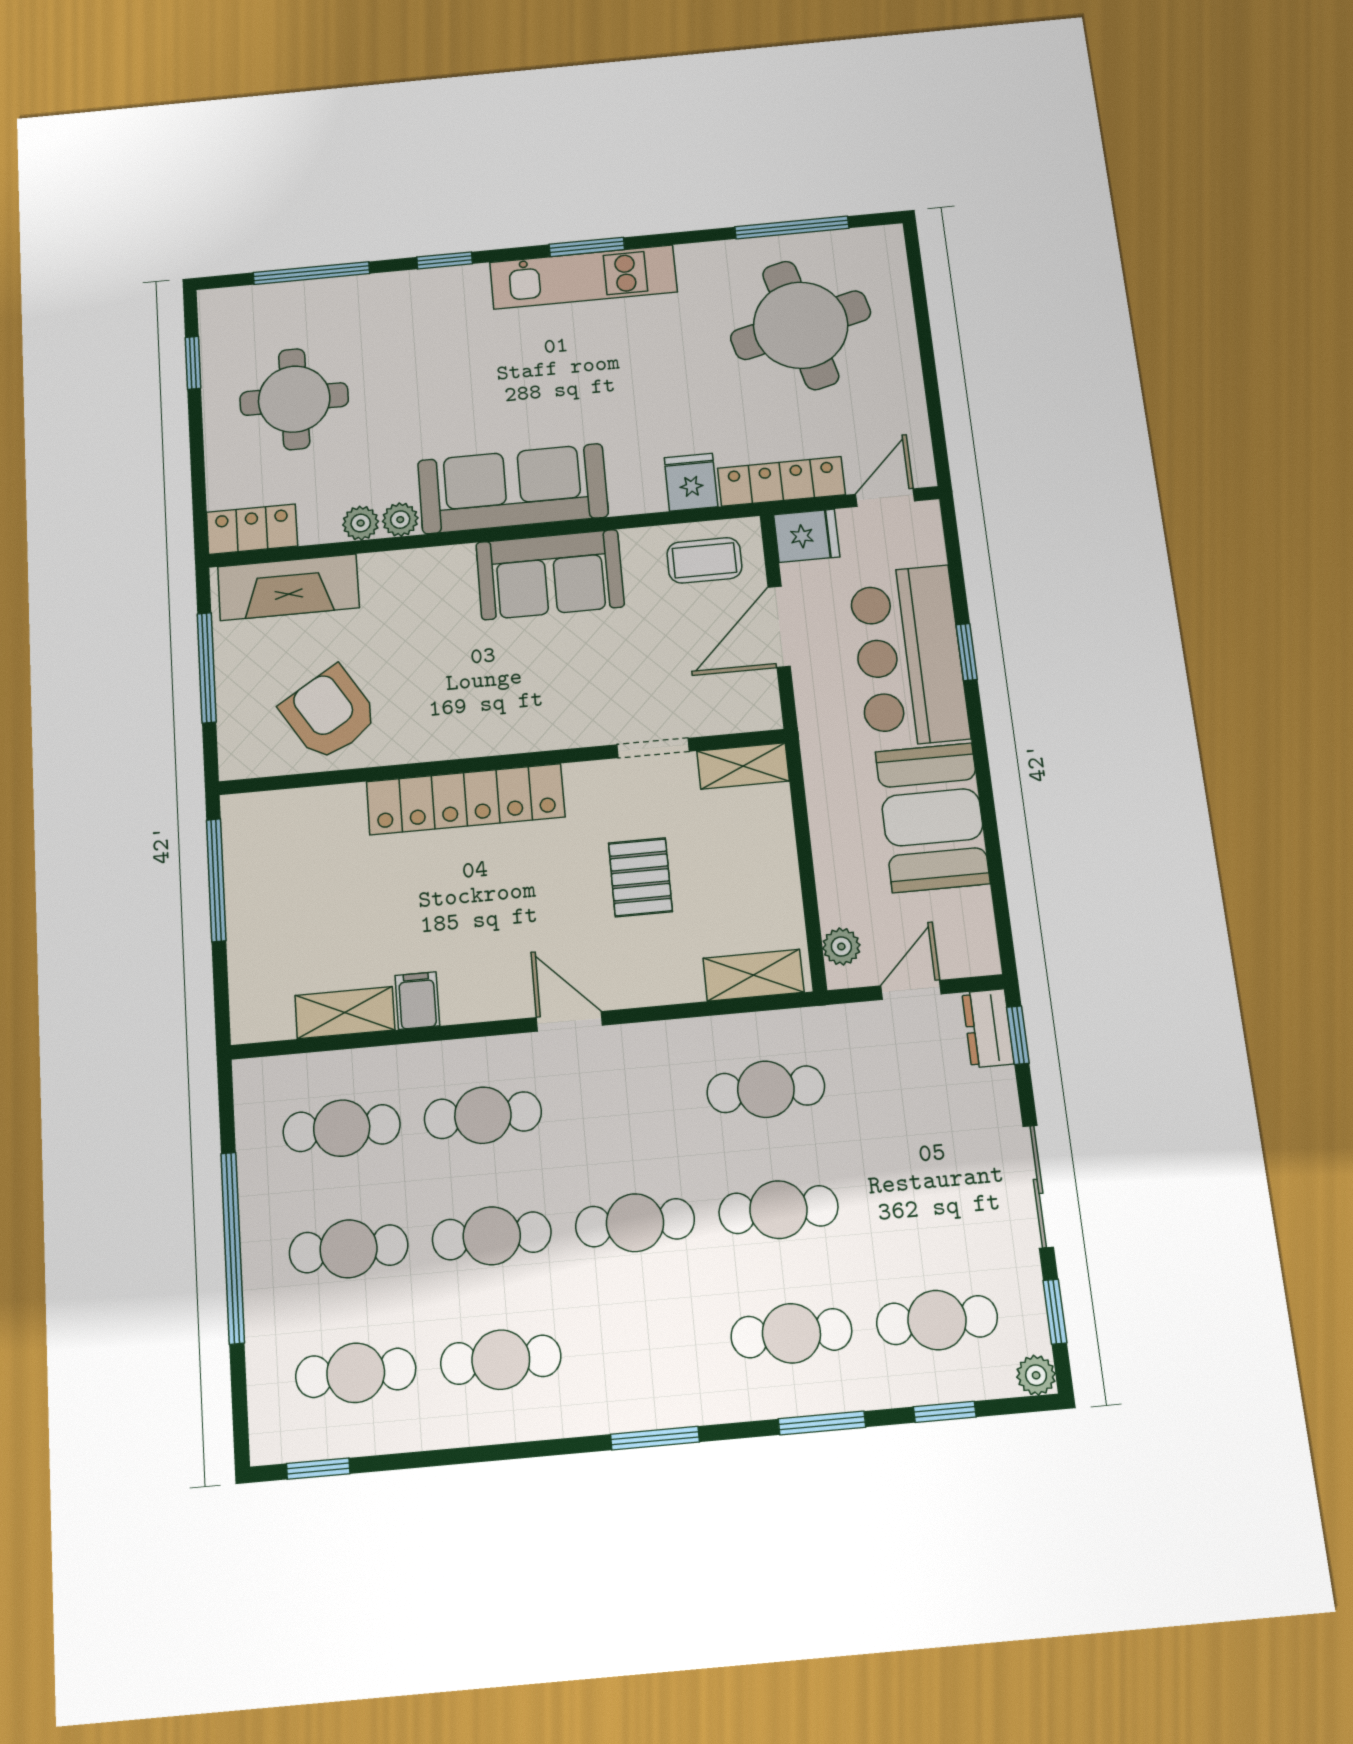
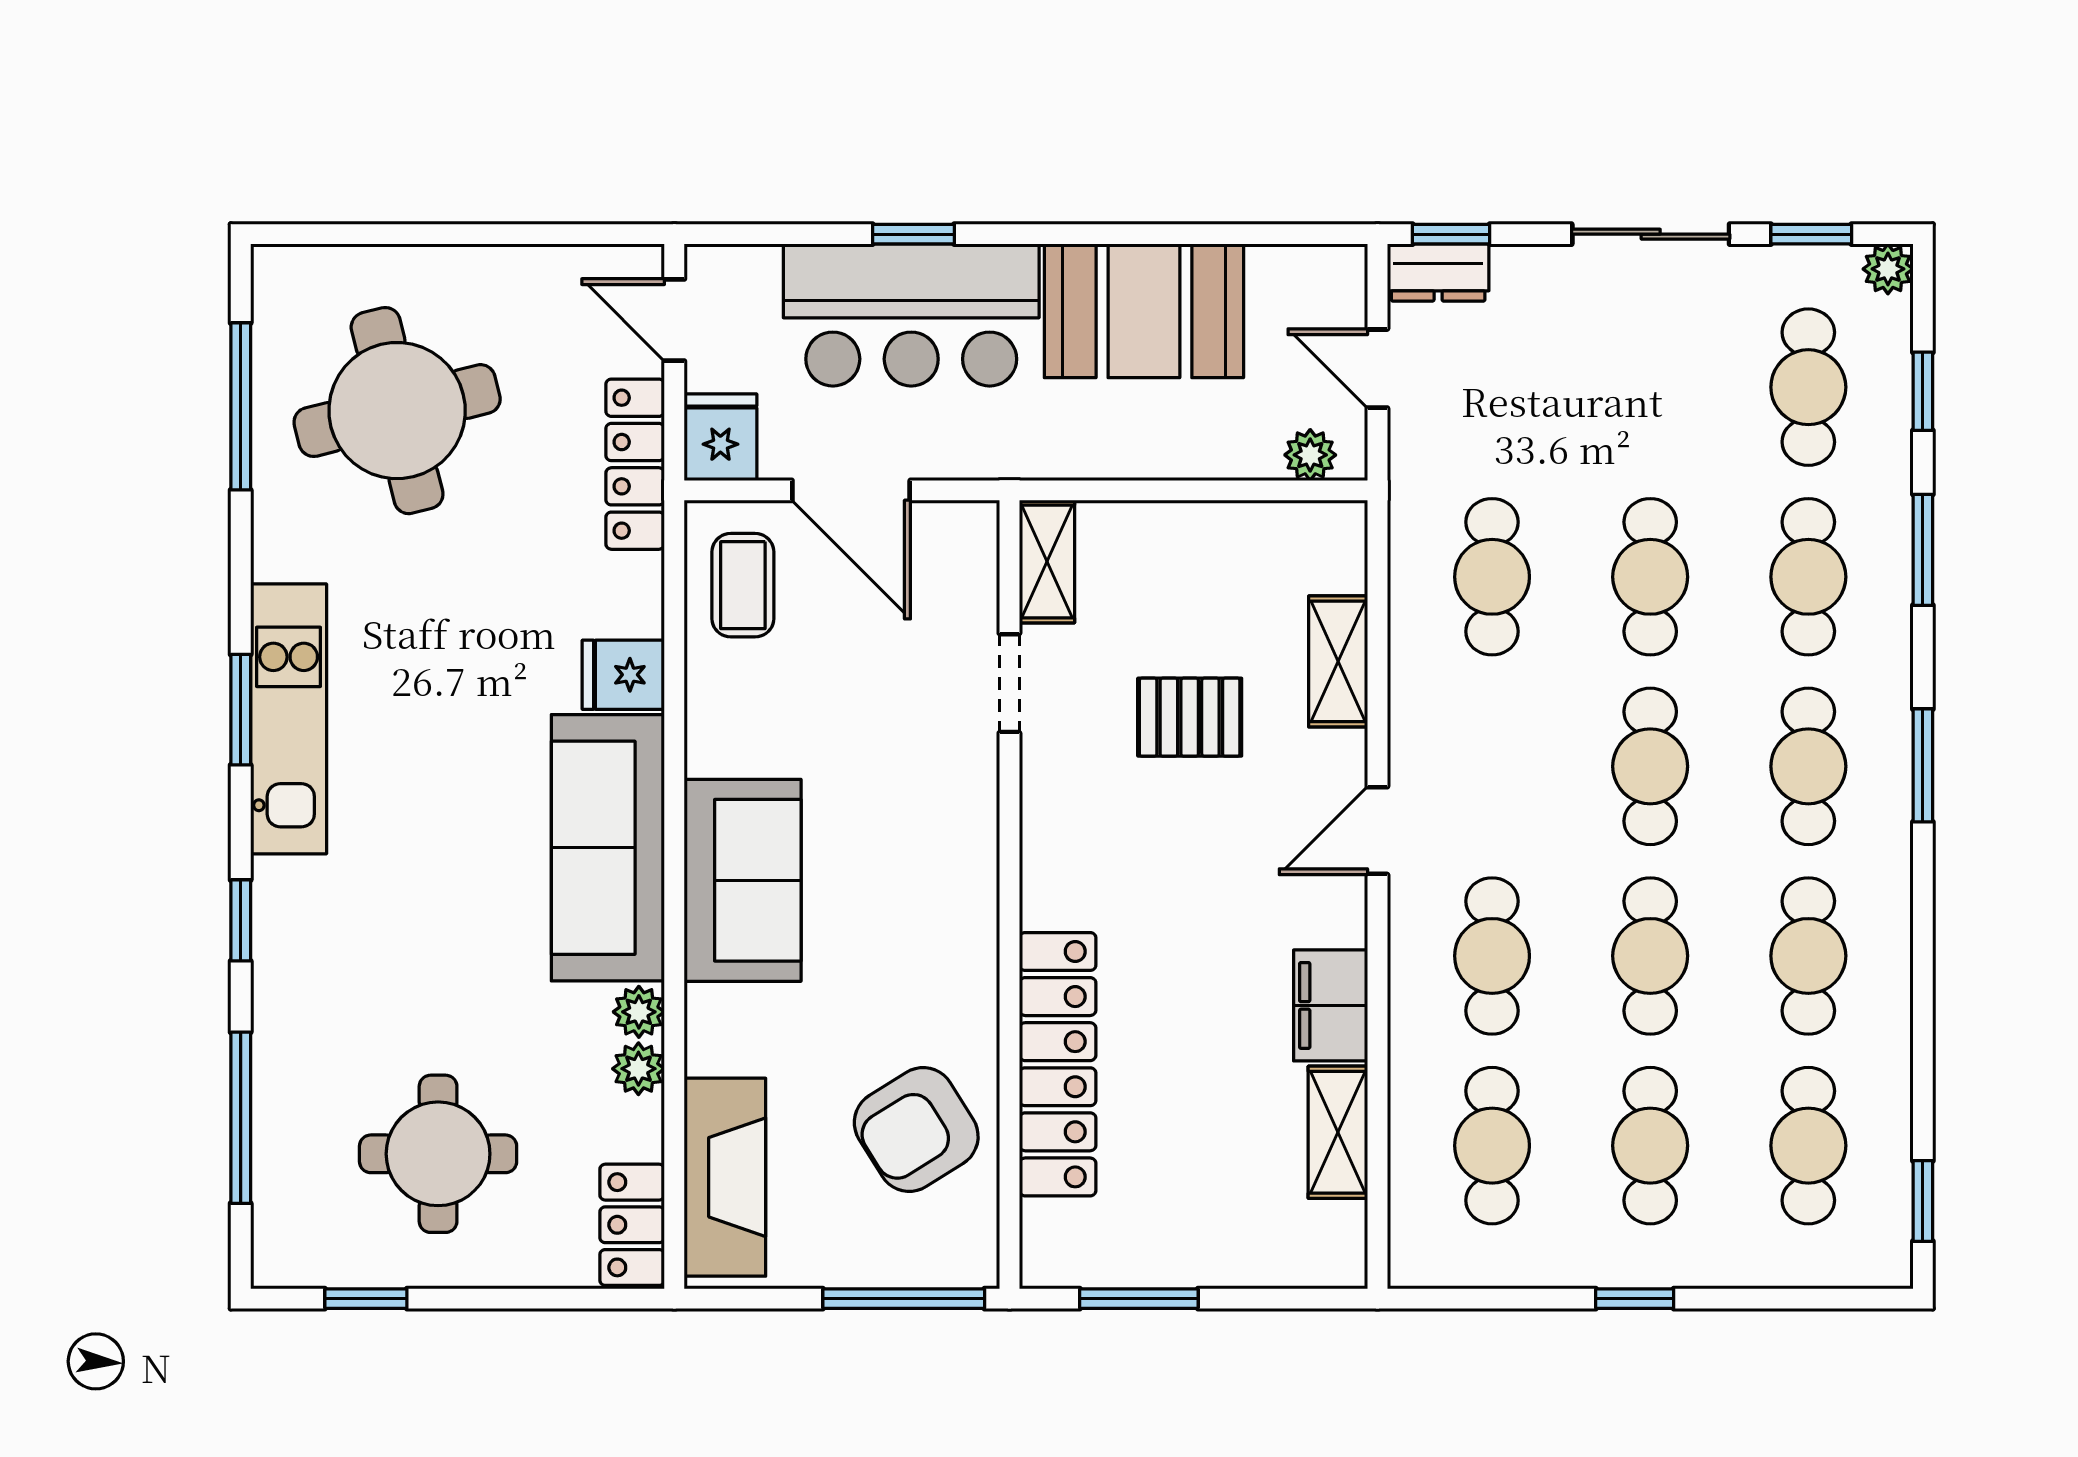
fridge: (691, 482) -> (623, 675), moved
sofa: (550, 575) -> (743, 880), moved
window: (207, 668) -> (904, 1299), moved
locker: (465, 799) -> (1058, 1064), moved
window: (216, 880) -> (1139, 1299), width x0.69
shelving: (754, 975) -> (1338, 661), moved
filing cabinet: (417, 1001) -> (1331, 1005), width x2.00
window: (233, 1247) -> (1635, 1299), width x0.32
cafe table: (646, 1346) -> (1808, 766), added

